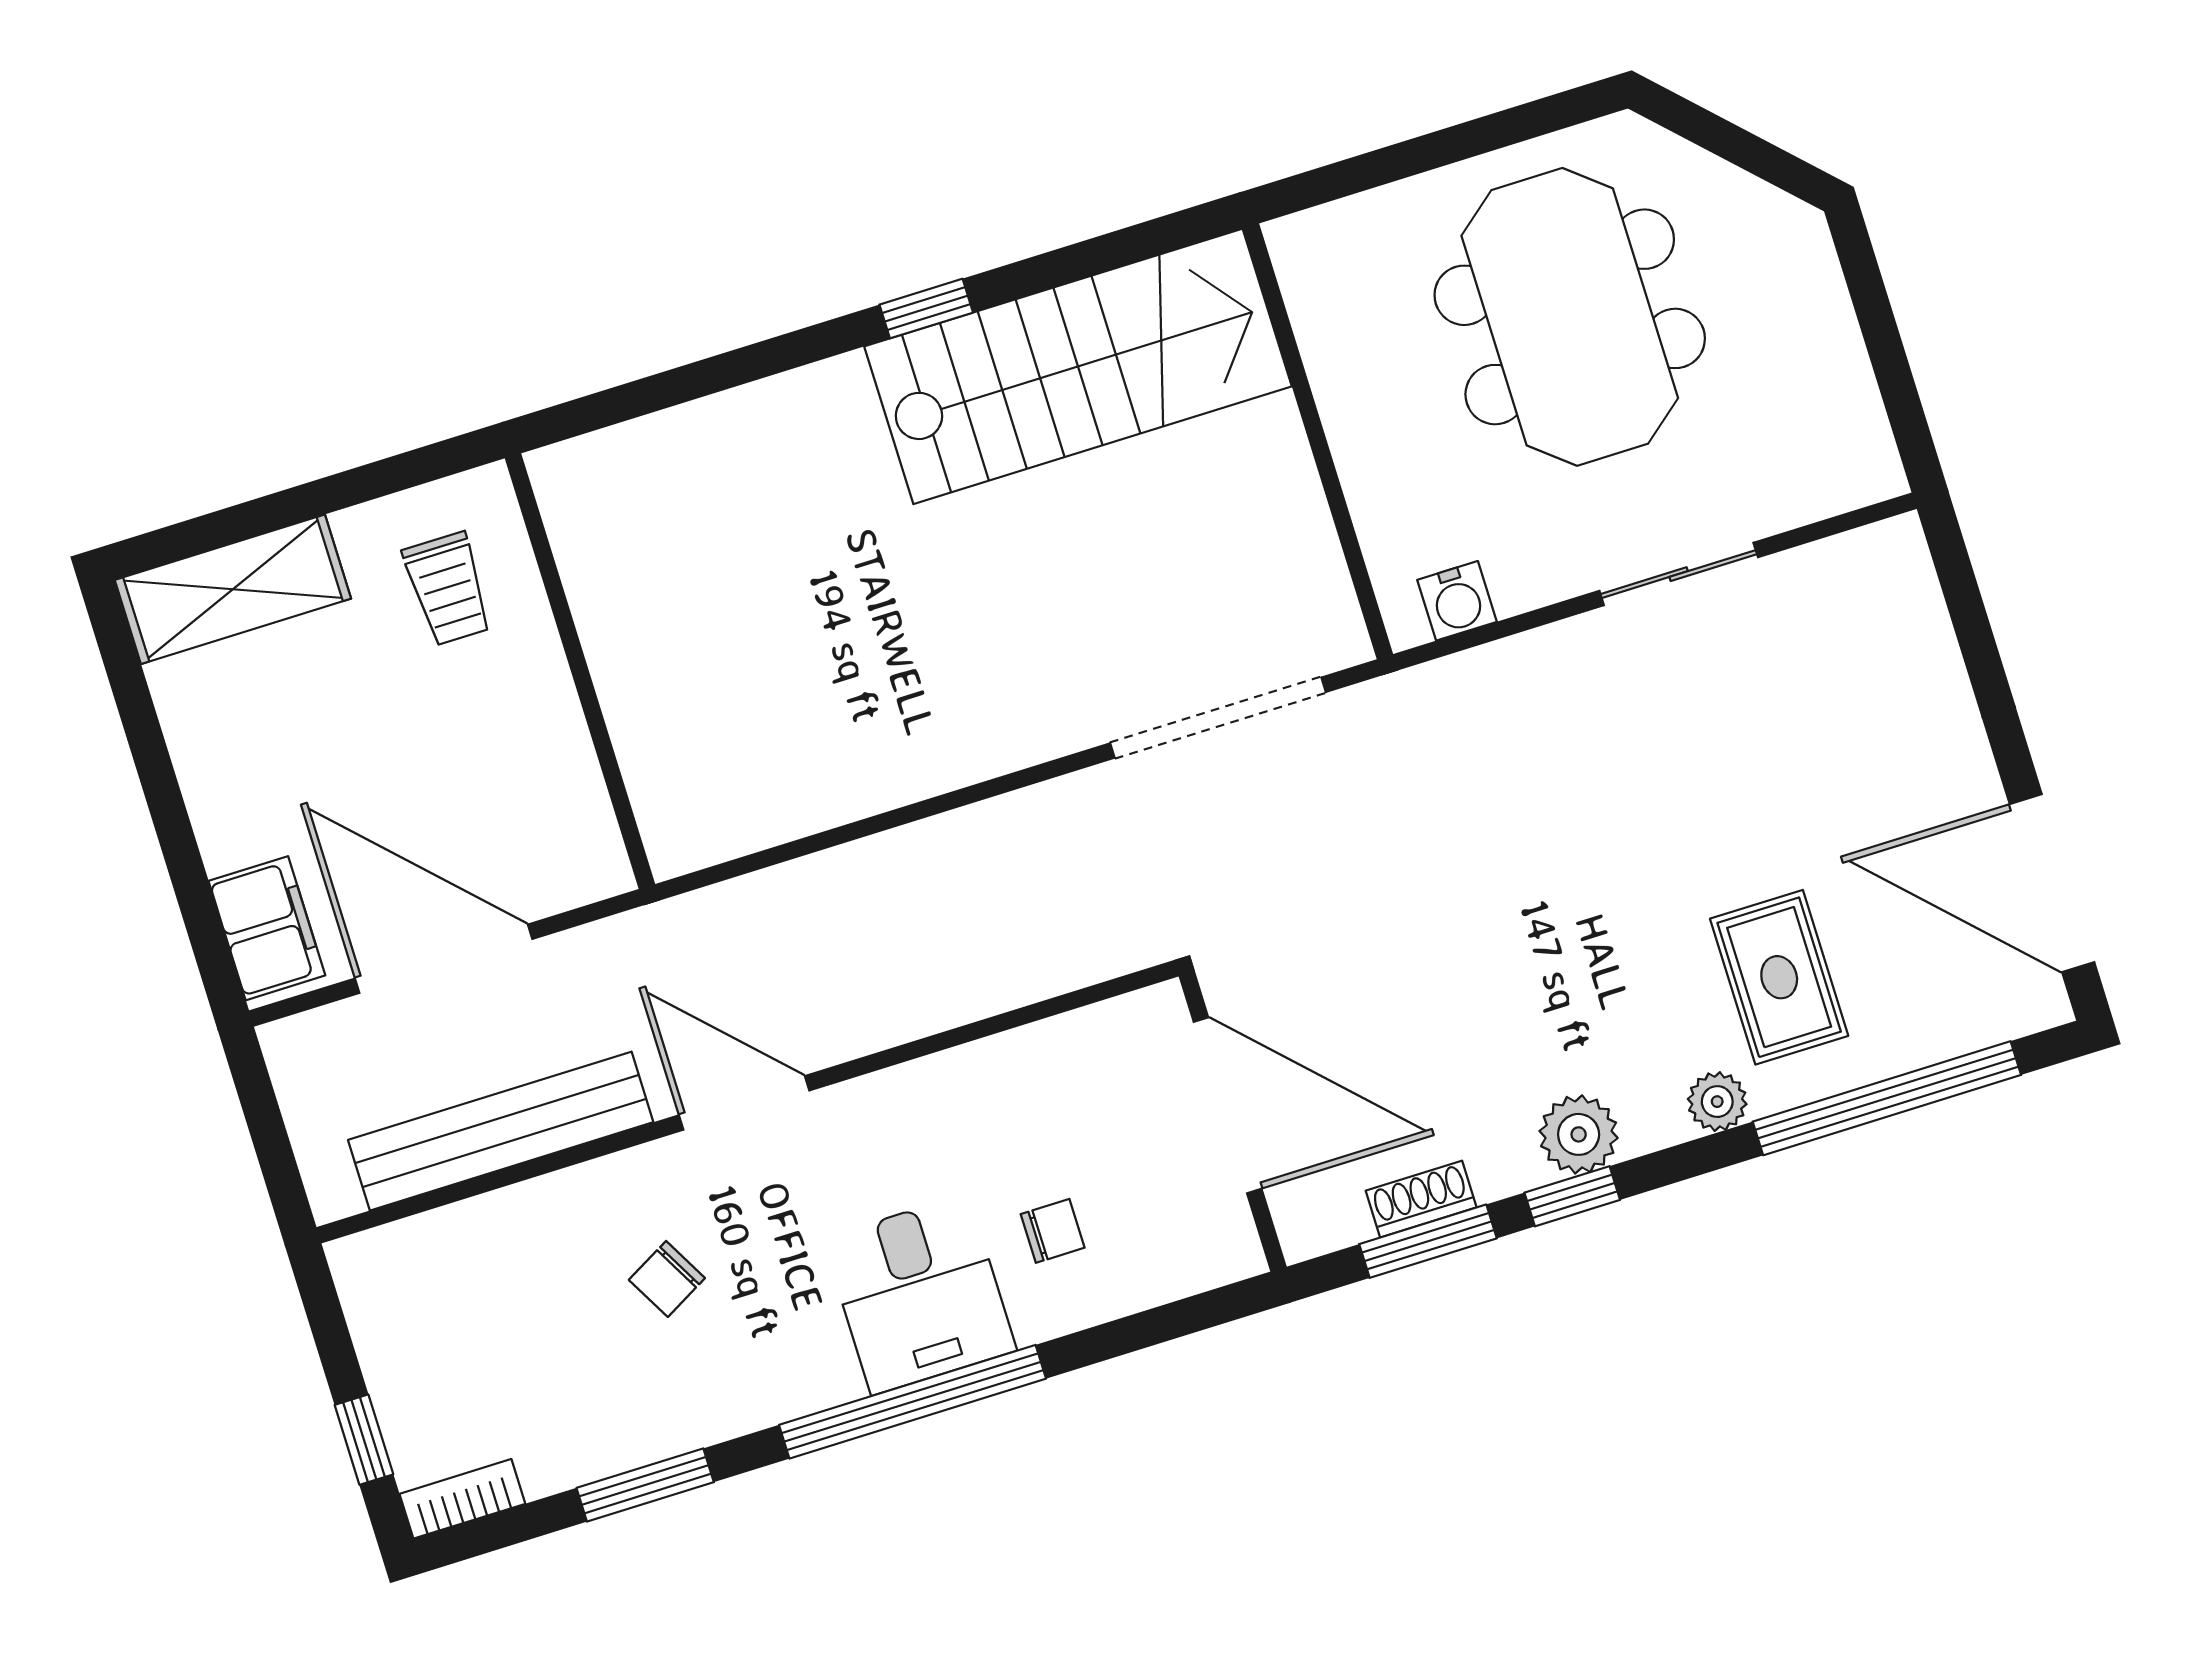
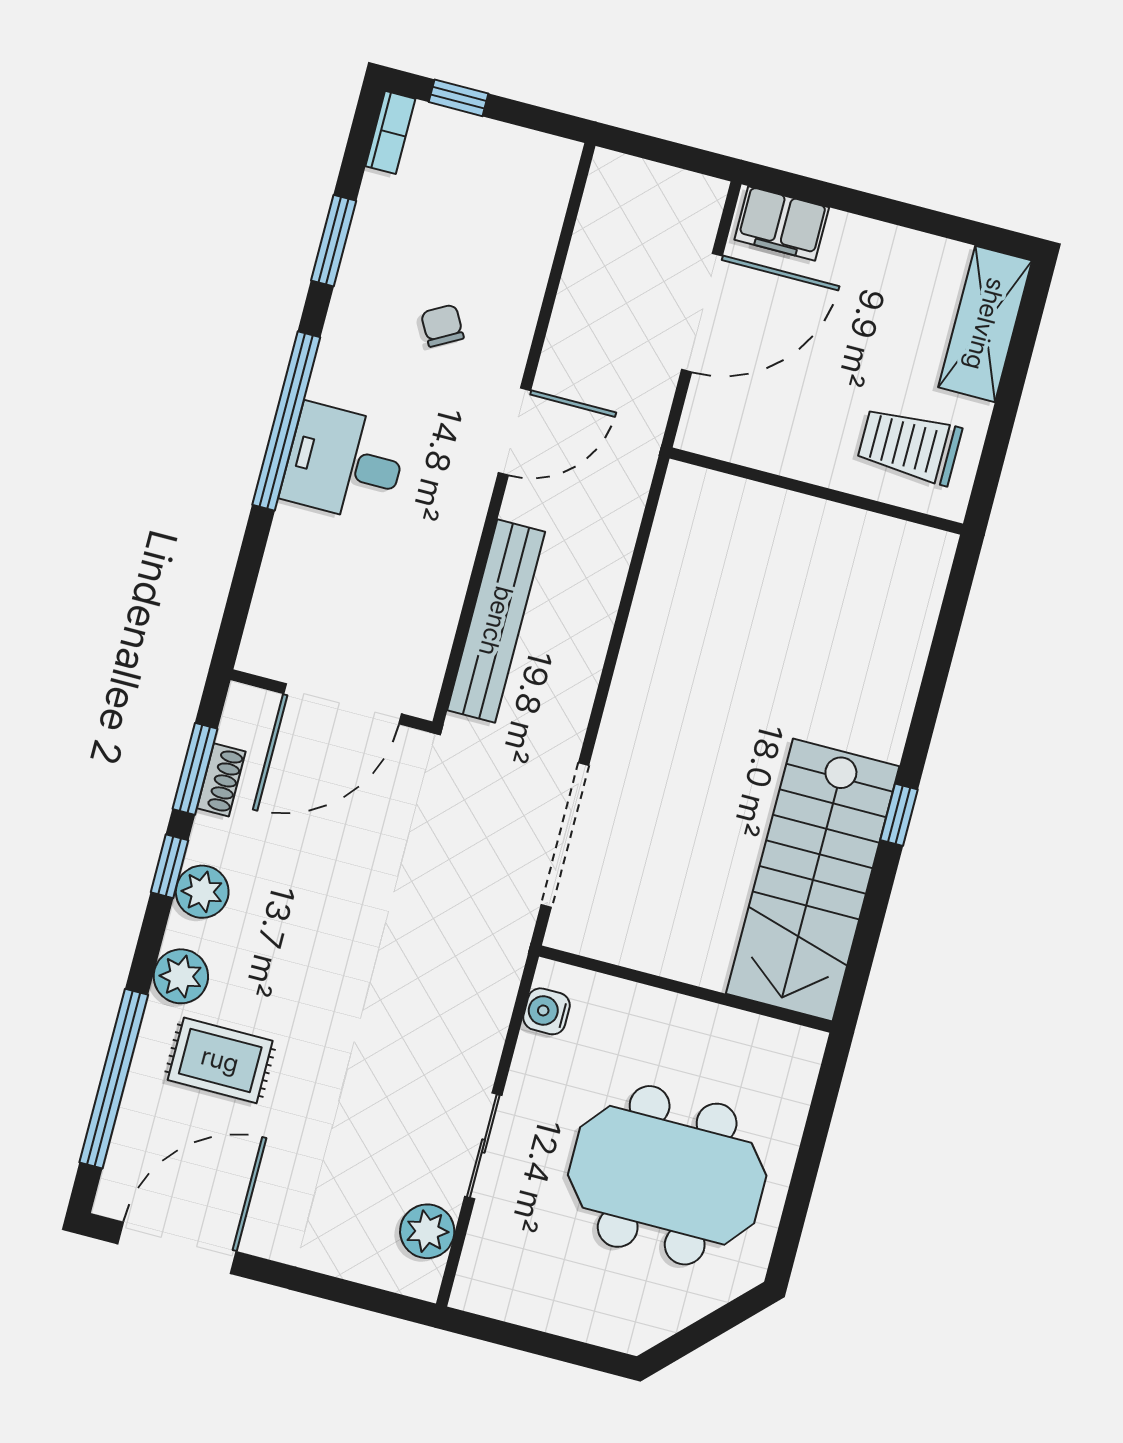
plant: (1832, 578) -> (427, 1231), added
trolley: (448, 589) -> (909, 446), width x1.36, depth x1.39
plant: (1717, 1102) -> (181, 976), width x1.38, depth x1.38
bench: (501, 1131) -> (496, 621), moved
chair: (1053, 1231) -> (333, 561), removed

